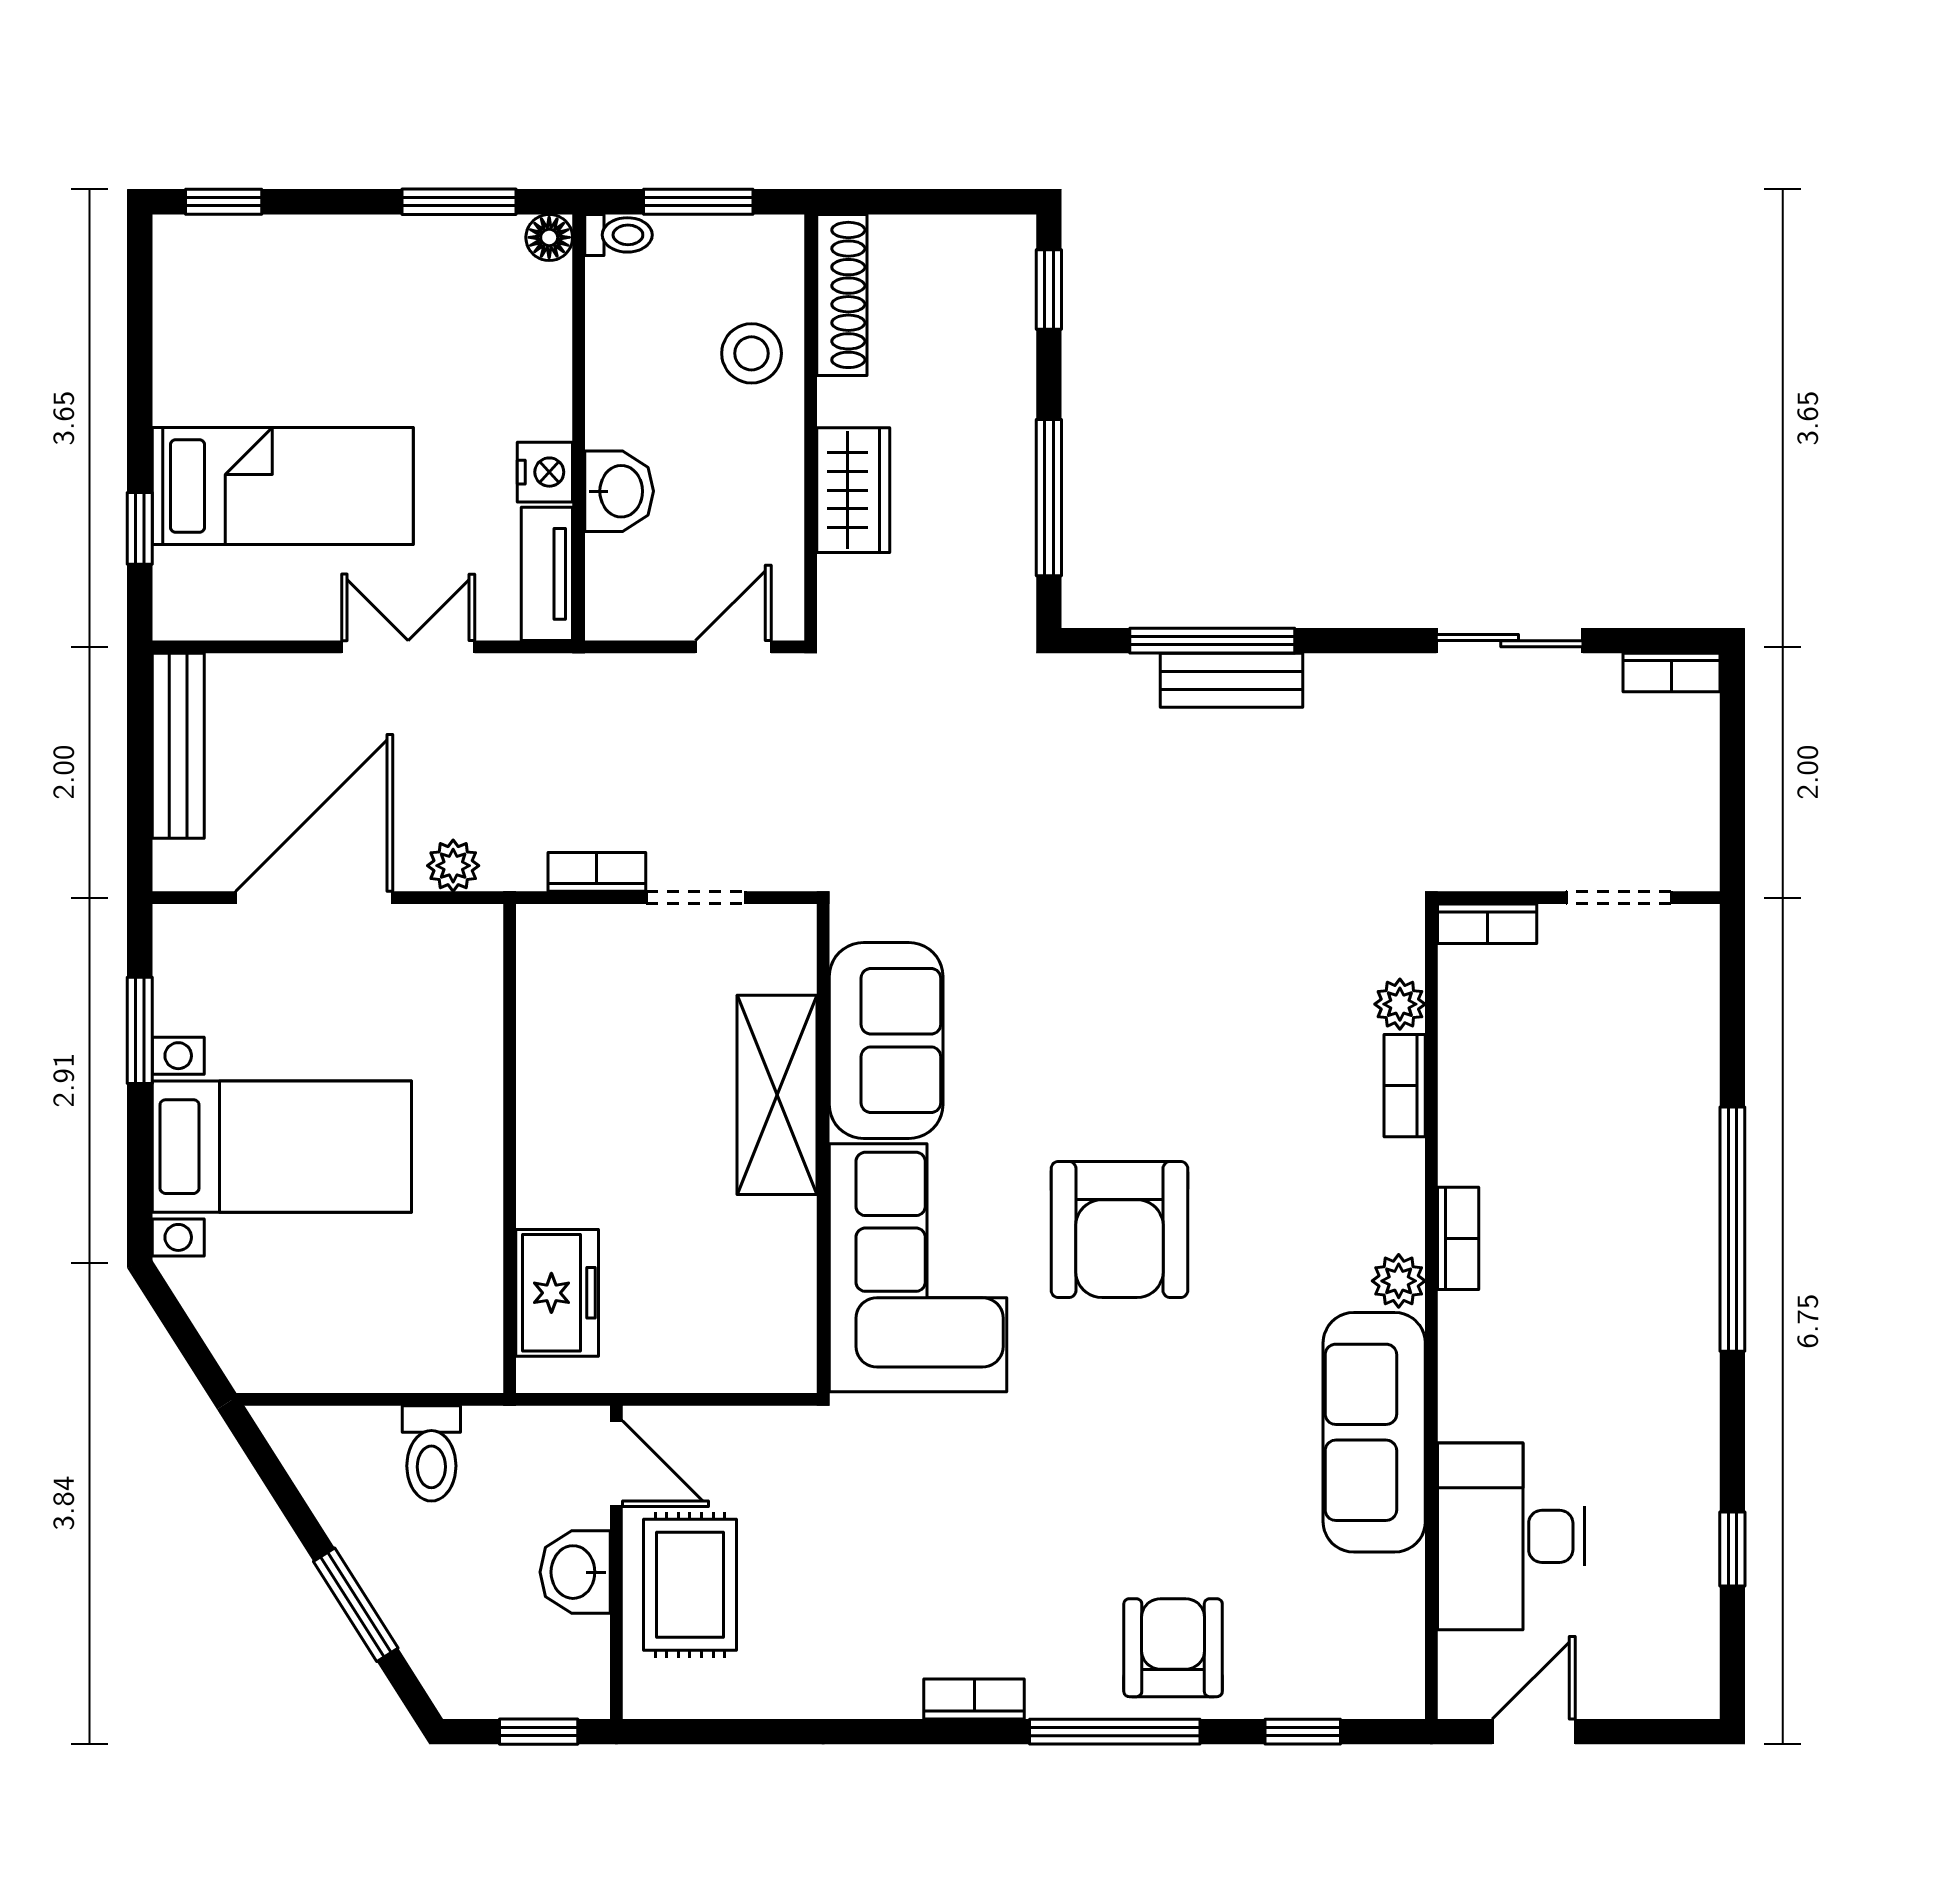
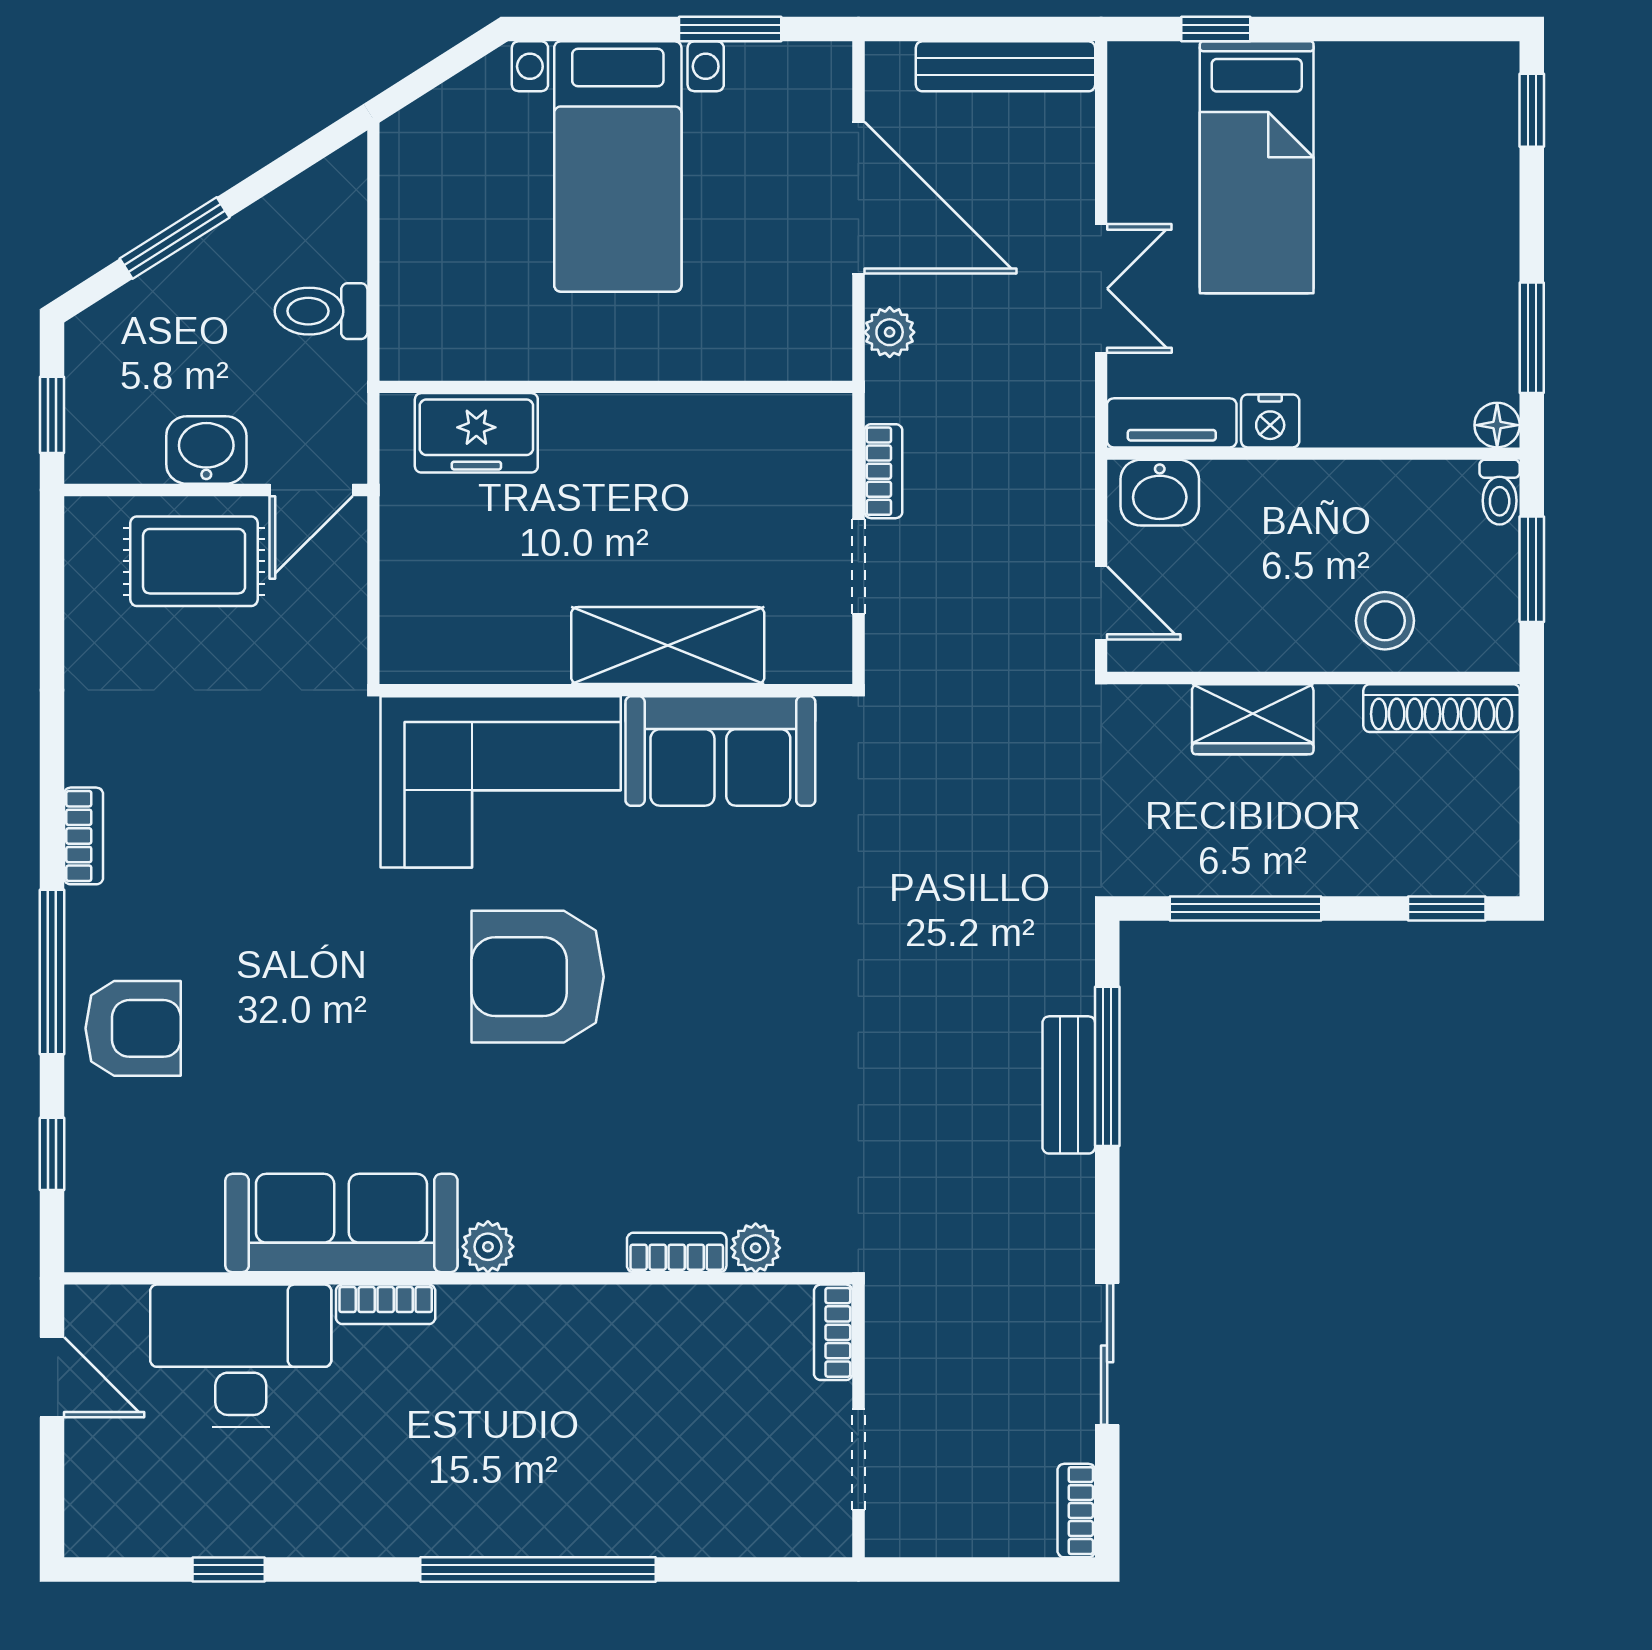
washbasin: (619, 491) -> (1160, 493), moved
bookcase: (1458, 1238) -> (386, 1304), moved

